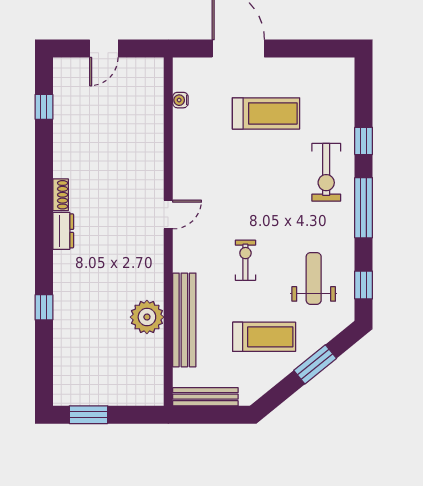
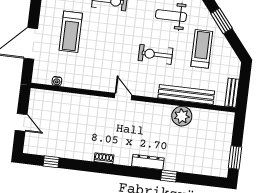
treadmill: (266, 113) -> (71, 32), turned 180
dresser: (63, 231) -> (148, 162), moved, width x1.44
exercise bike: (245, 260) -> (155, 54), width x1.38, depth x1.39
bench: (205, 397) -> (232, 93), width x0.73

